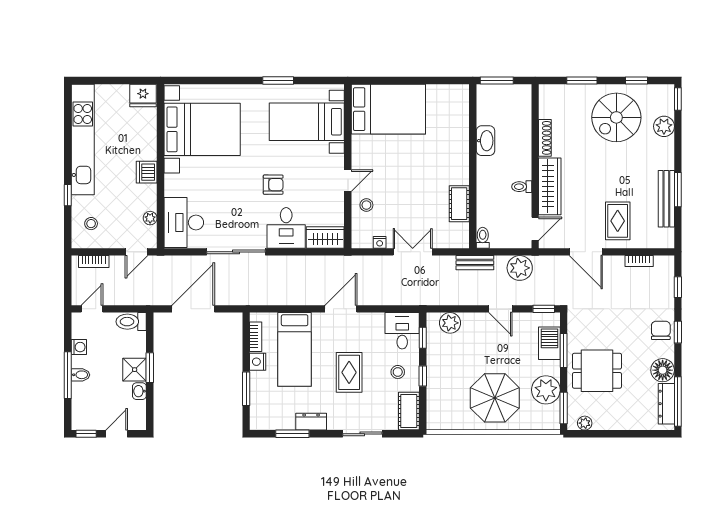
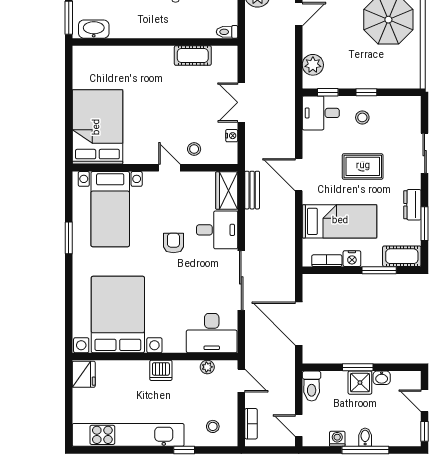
washbasin: (485, 141) -> (94, 29), moved
bench: (475, 263) -> (252, 190), moved
cot: (409, 411) -> (402, 256), moved

